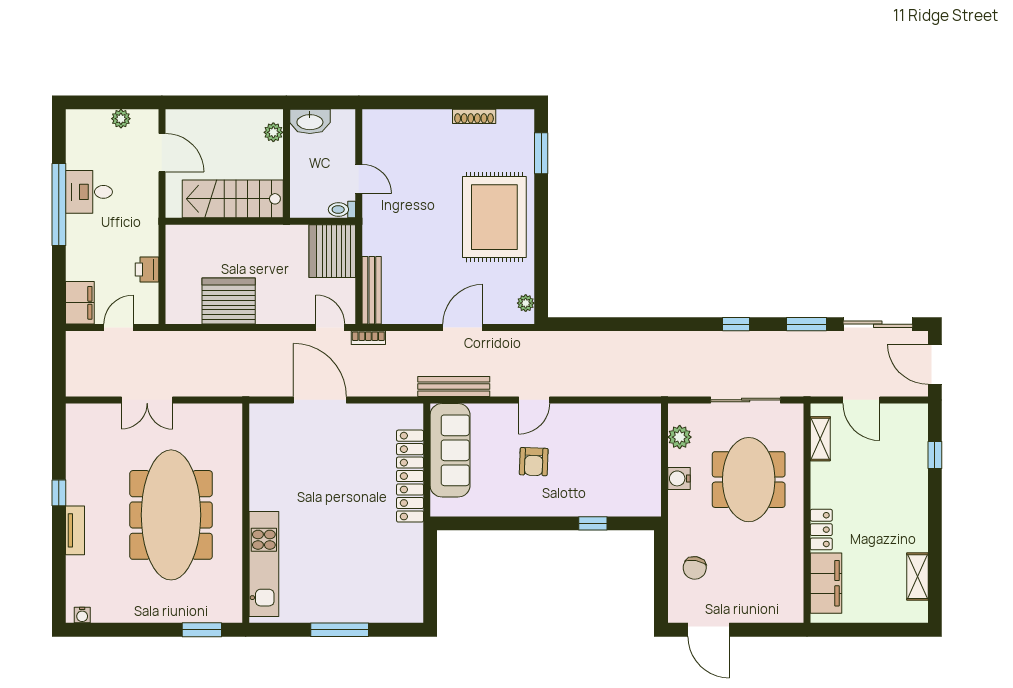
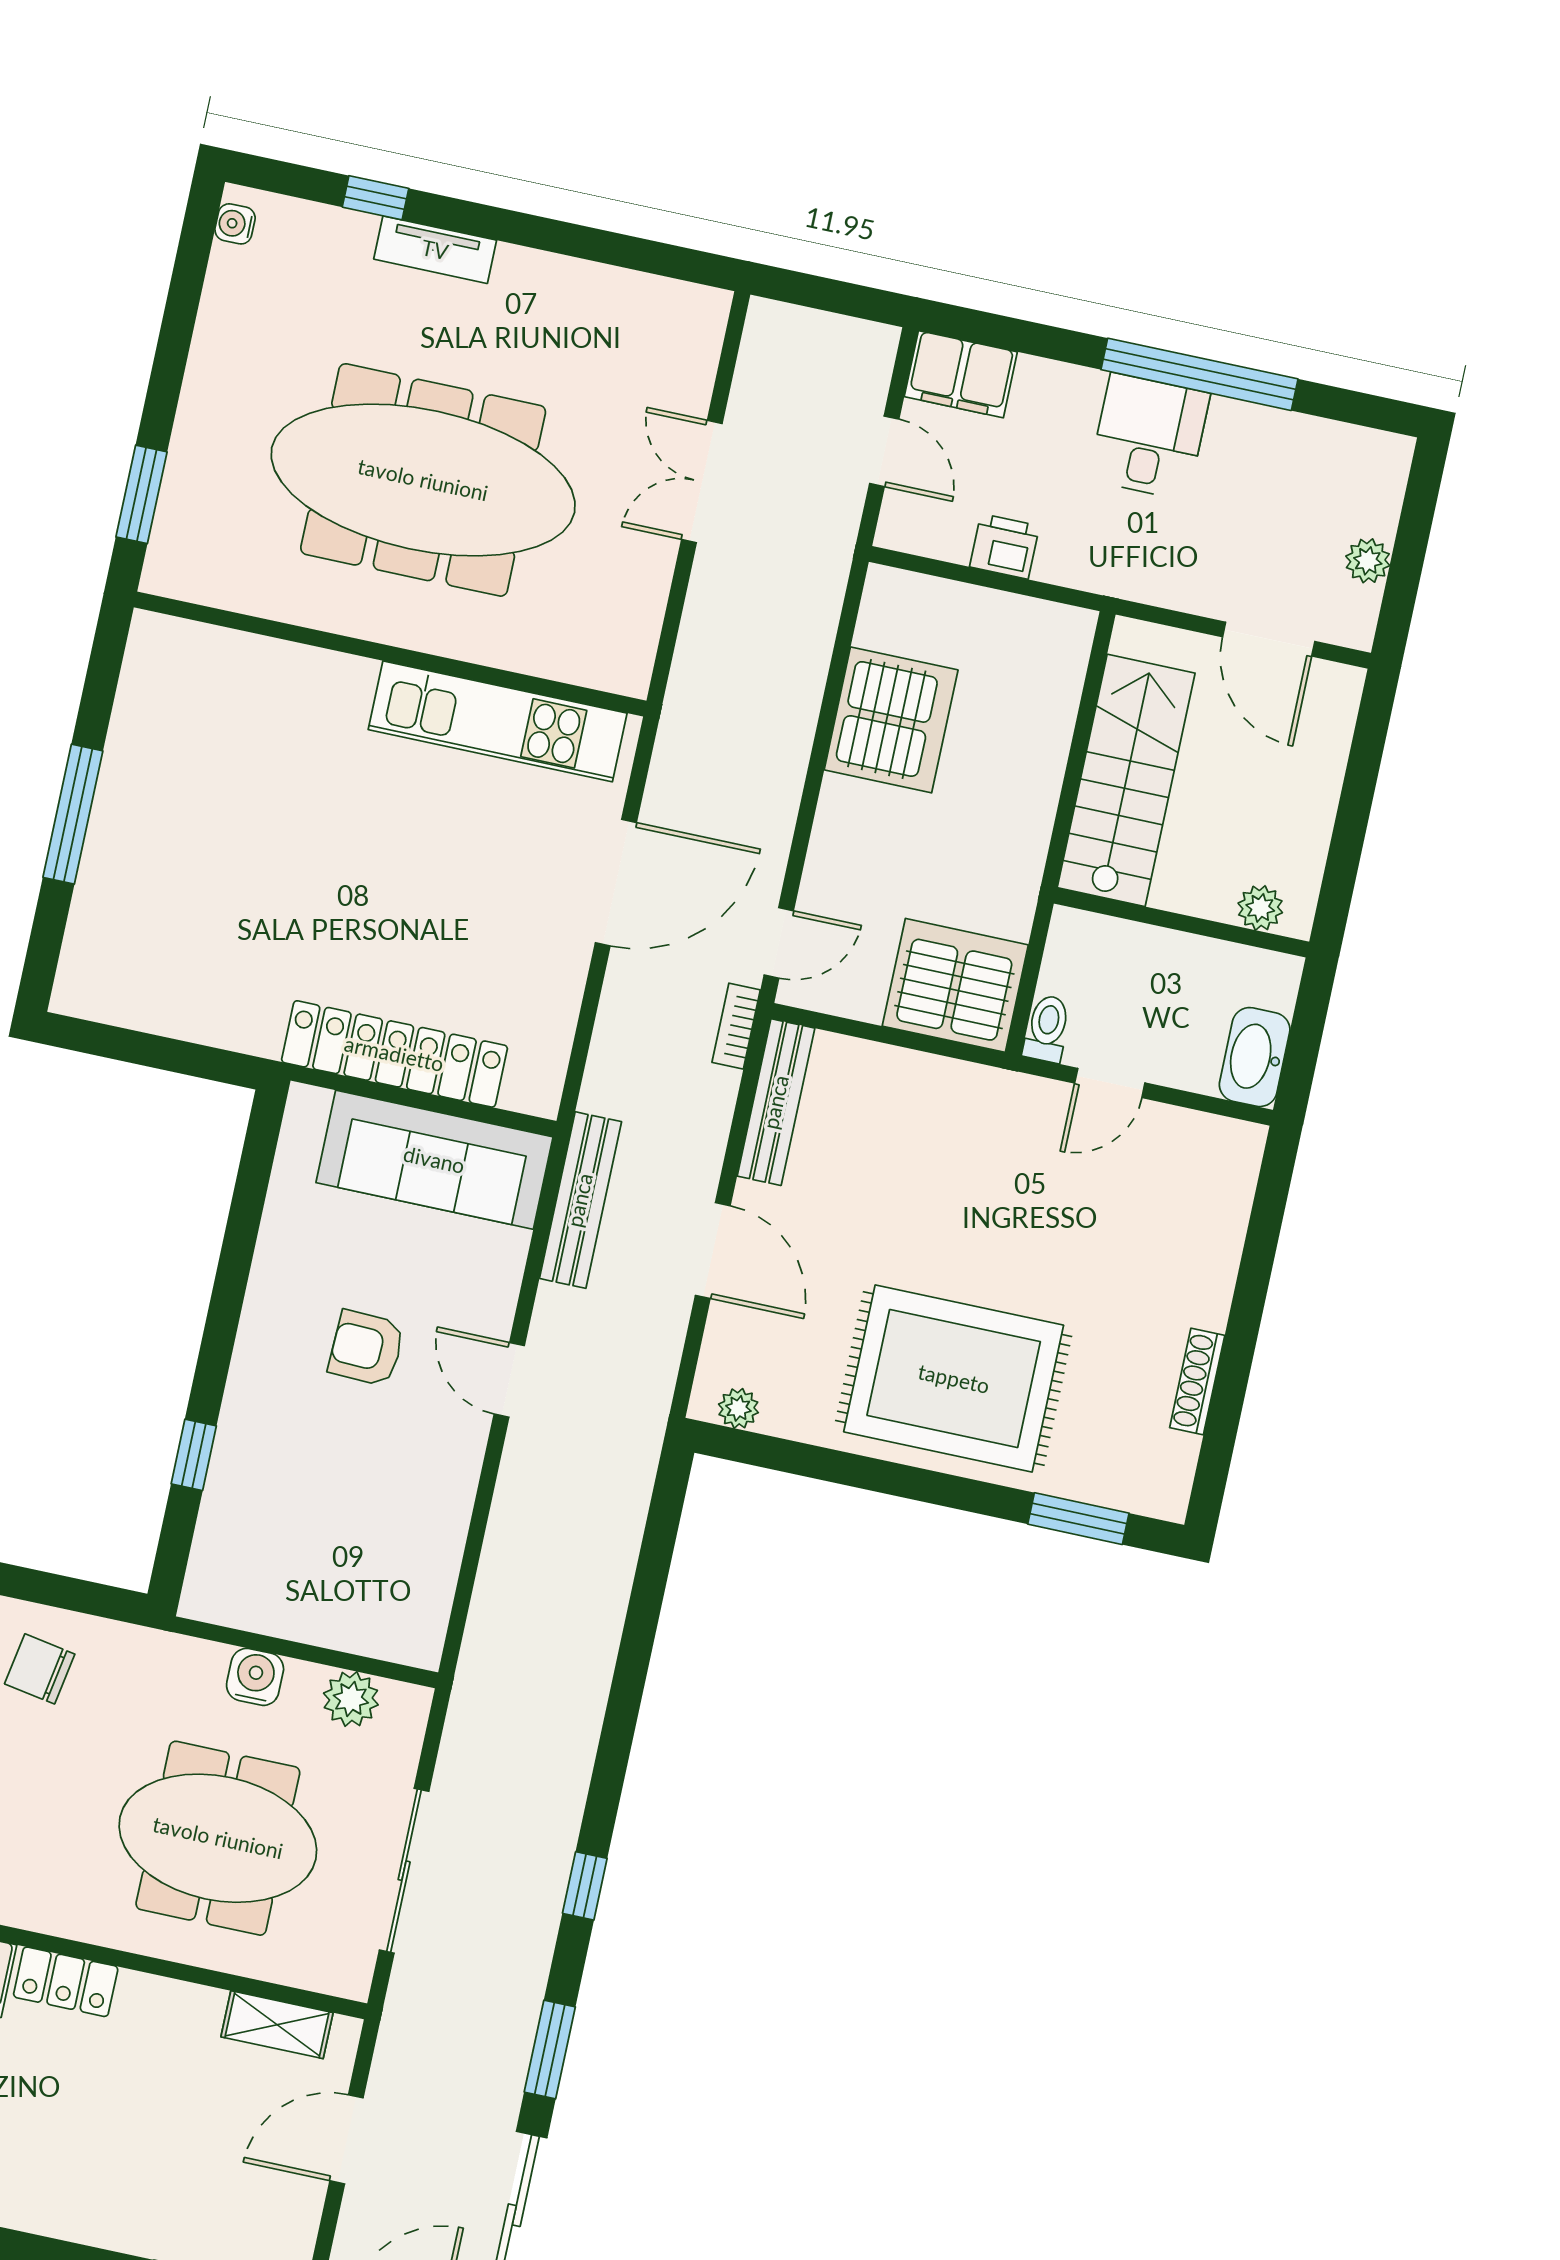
washbasin: (310, 121) -> (1255, 1057), moved
door: (162, 153) -> (1269, 639), hinge flipped
desk: (89, 192) -> (1149, 437), moved
bench: (372, 290) -> (776, 1102), moved, turned 90
window: (59, 493) -> (376, 198), moved
kitchen unit: (264, 564) -> (498, 721), moved

